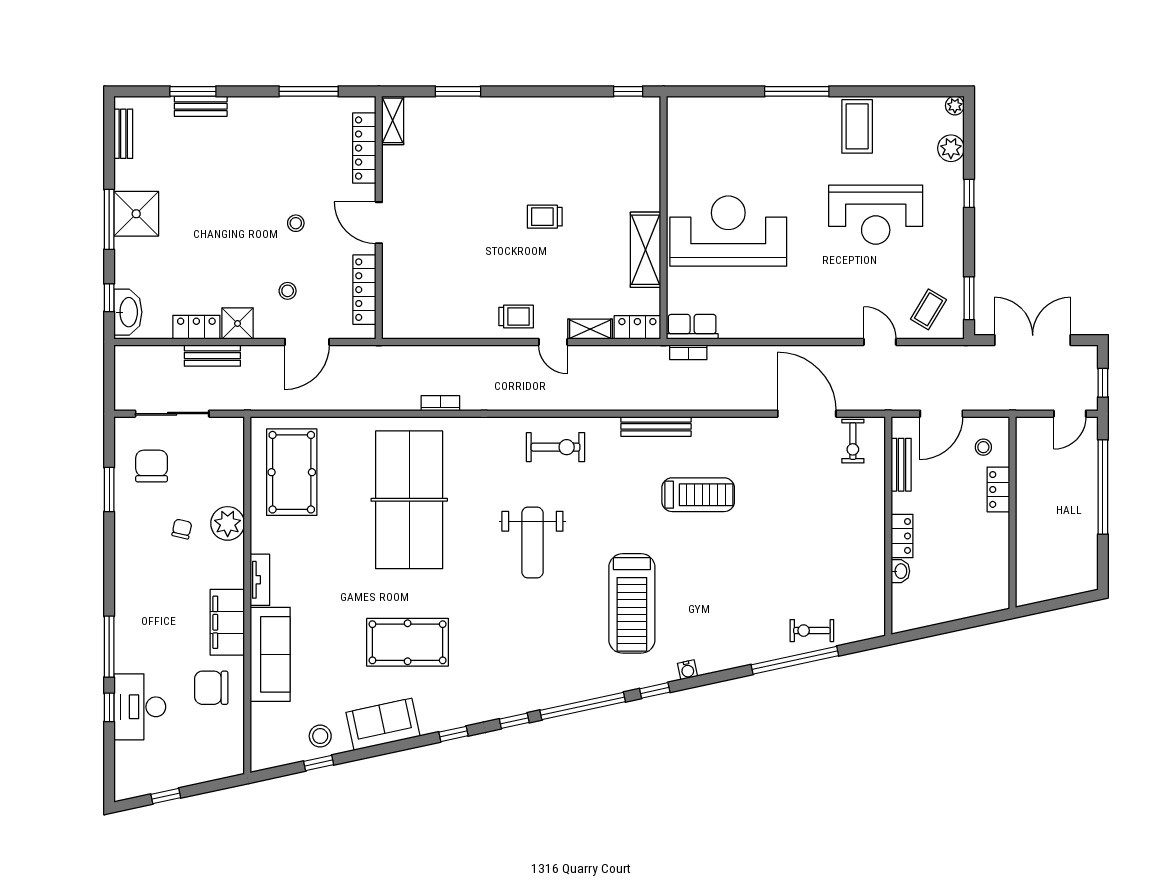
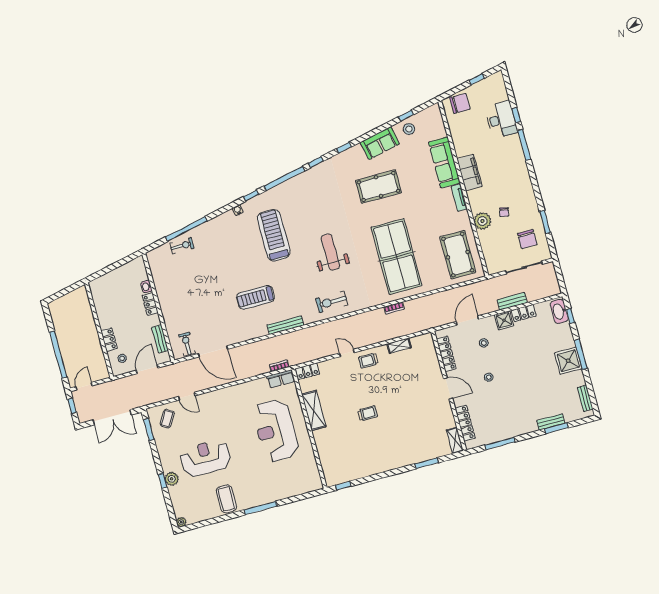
plant: (951, 148) -> (172, 479), moved
reception desk: (728, 231) -> (276, 431), turned 90
shelving: (590, 329) -> (399, 346), moved
chair: (211, 688) -> (460, 103), moved

